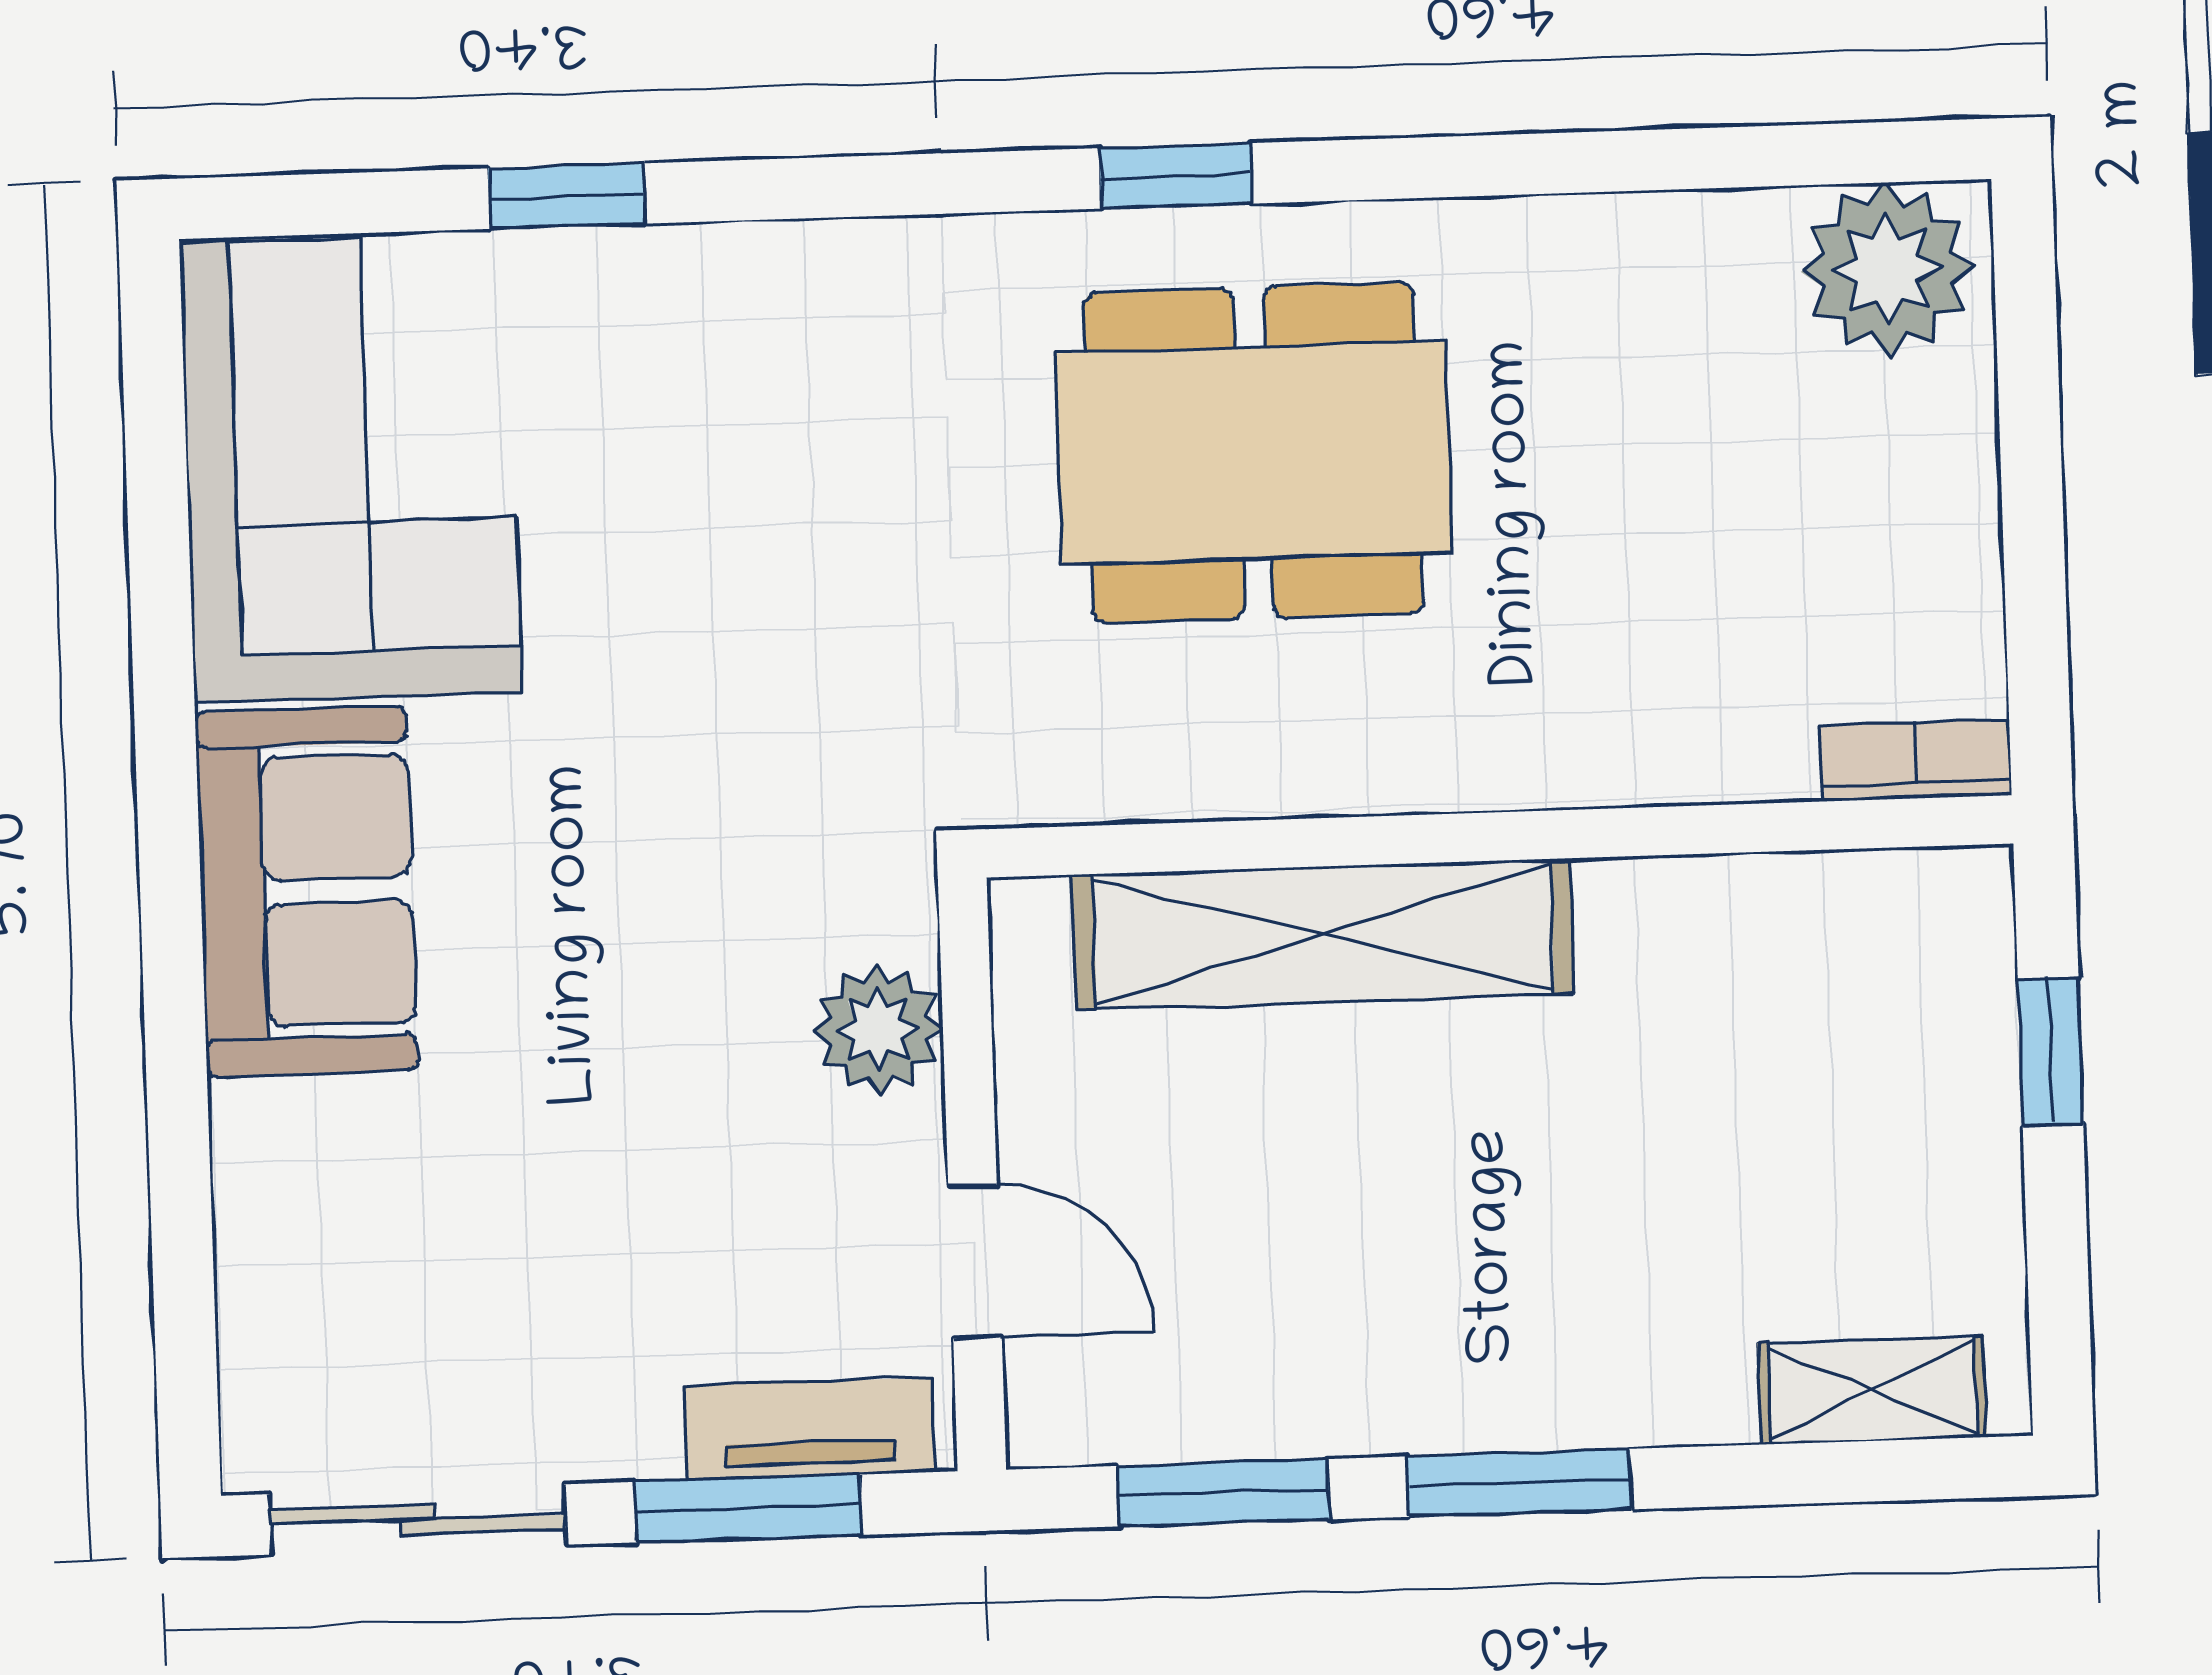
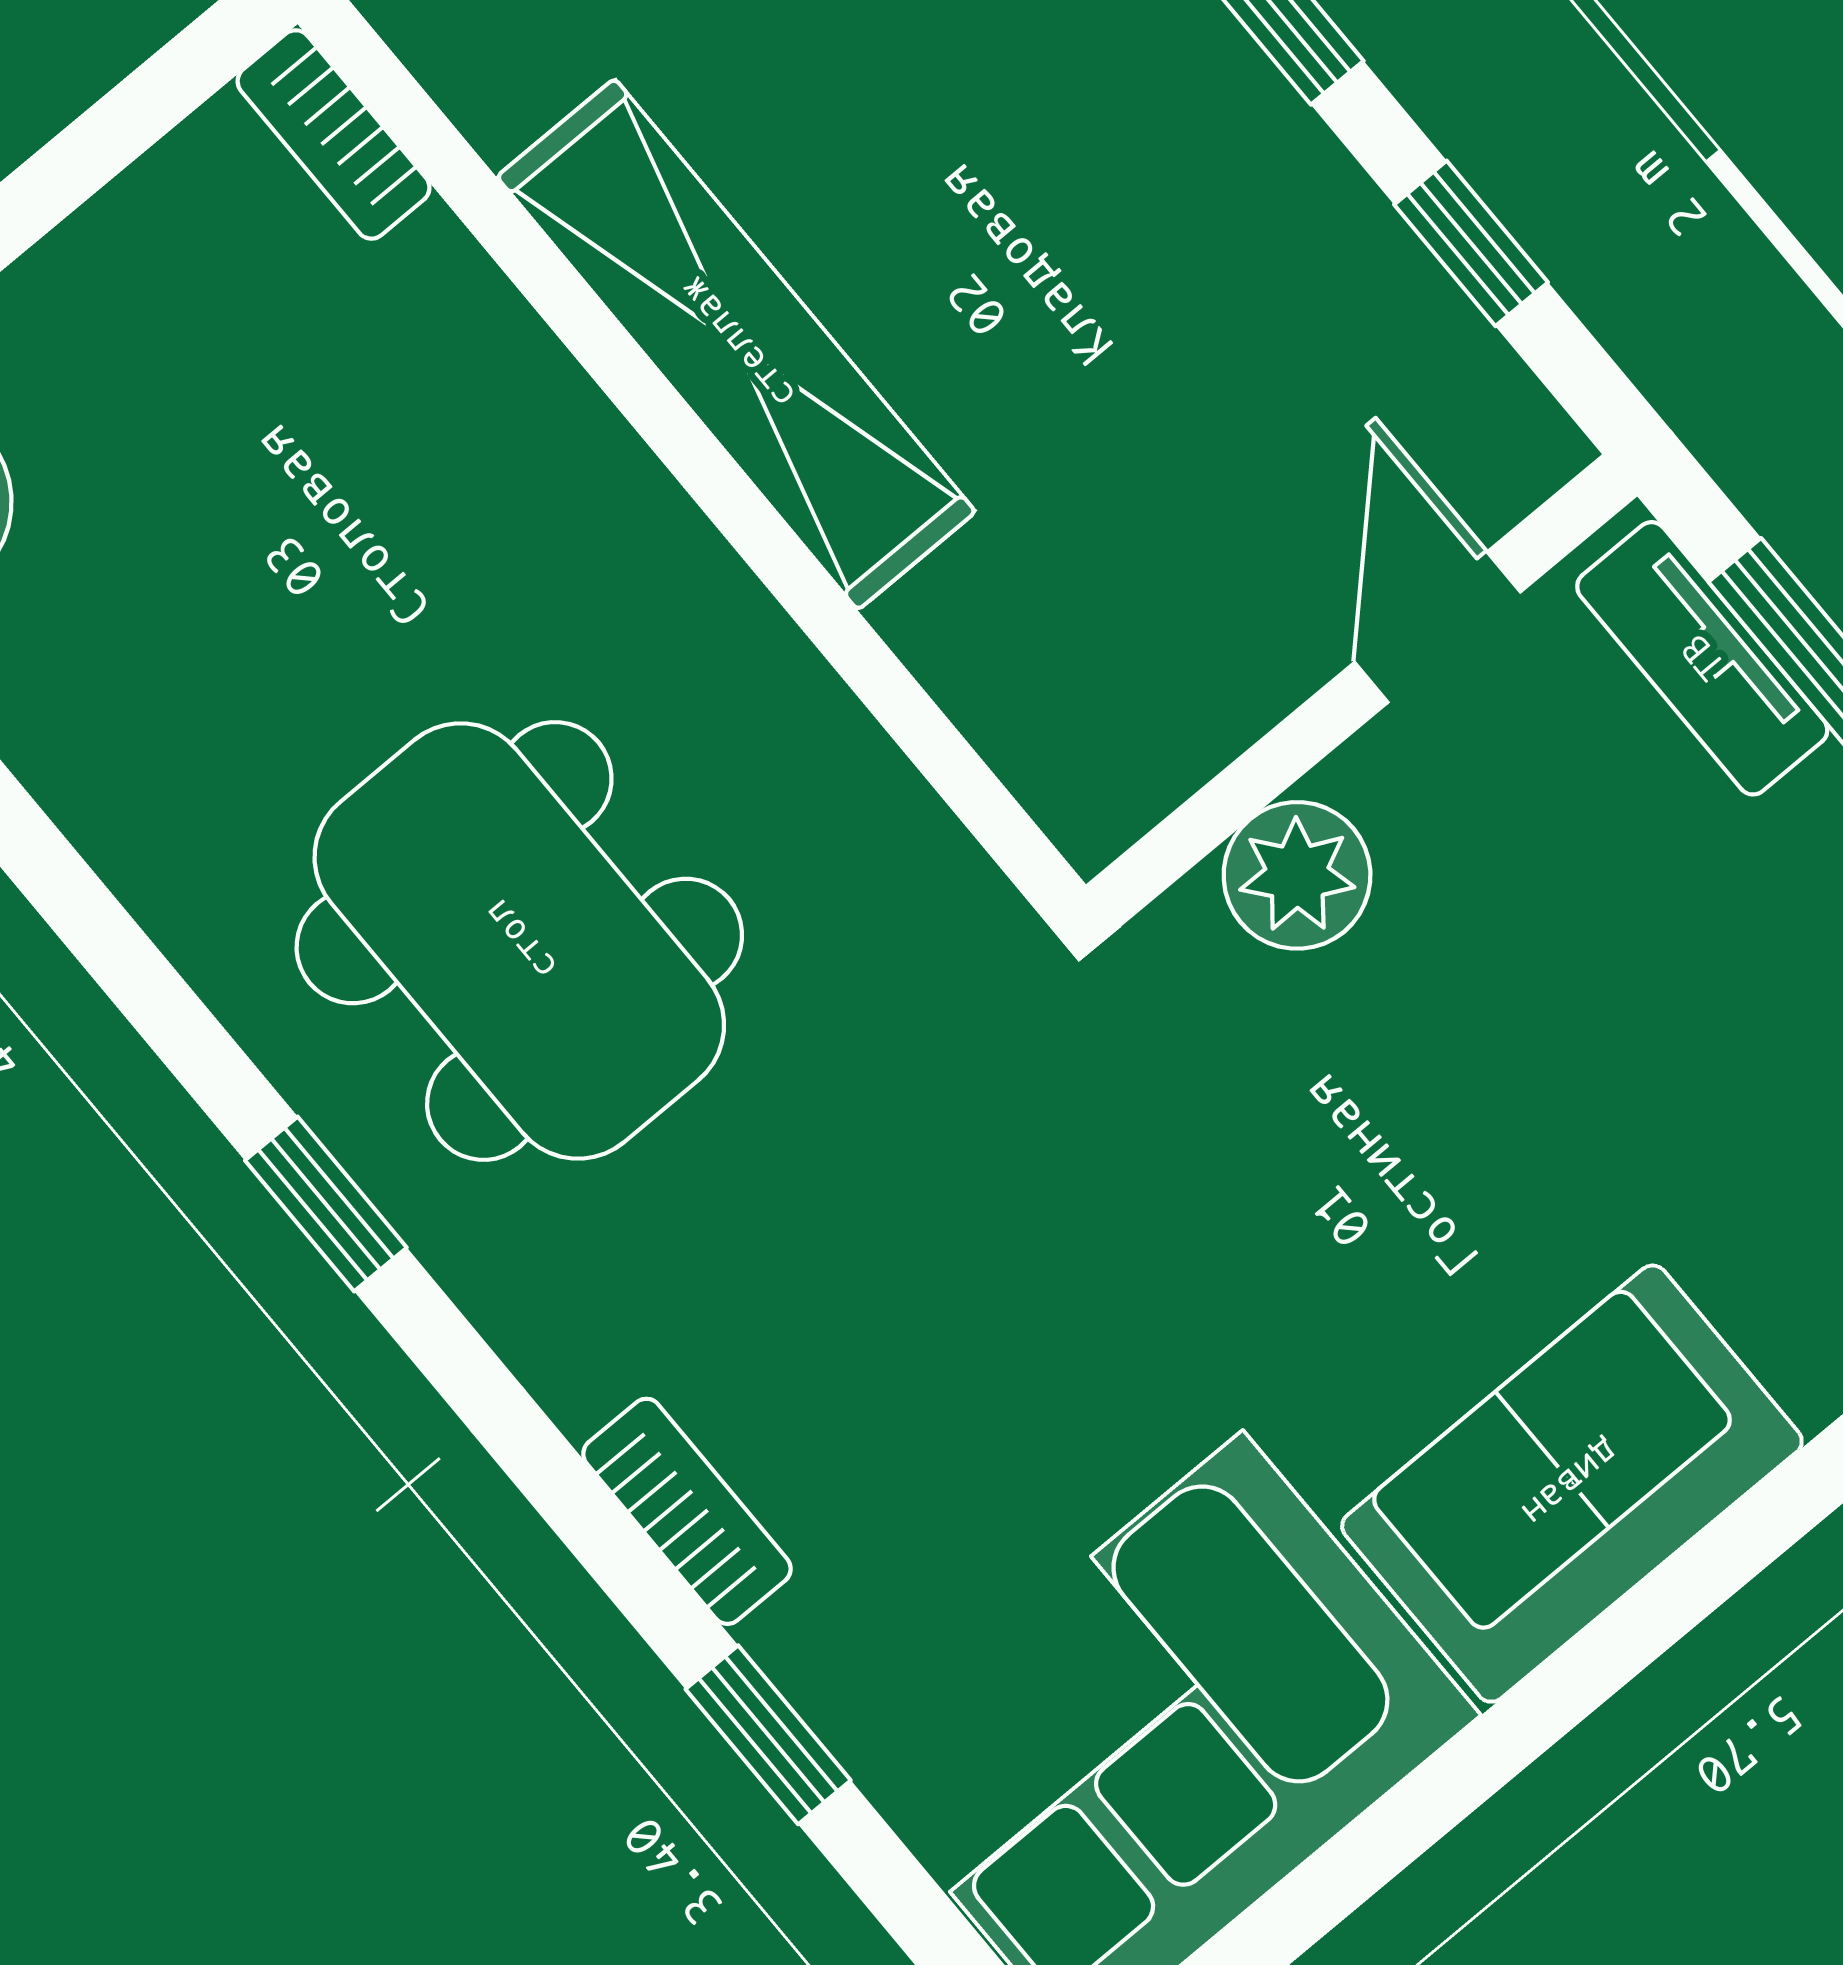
bookcase: (766, 261) -> (687, 1511), added
shelving: (1323, 934) -> (736, 344), moved
window: (1224, 1493) -> (1471, 243), width x0.67

